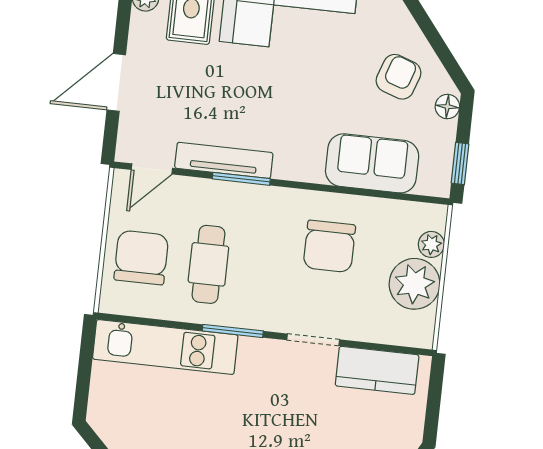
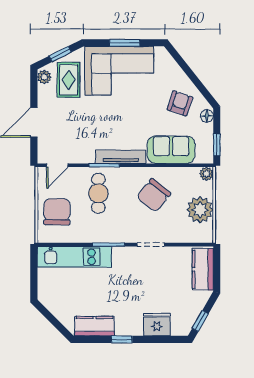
tv unit: (224, 160) -> (121, 157), moved
plant: (431, 244) -> (206, 174), moved
chair: (329, 246) -> (154, 195), turned 39
cafe table: (208, 264) -> (98, 193), moved
kitchen counter: (377, 370) -> (203, 269), moved, turned 90

